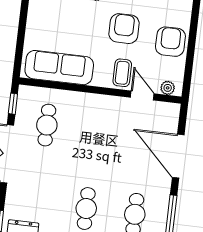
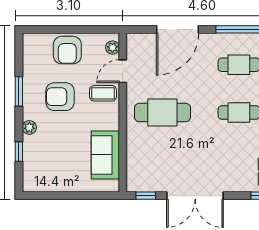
armchair: (170, 42) -> (67, 50), turned -90
sofa: (59, 68) -> (105, 155), width x0.73
cafe table: (47, 125) -> (162, 113), moved, width x1.37, depth x1.35

